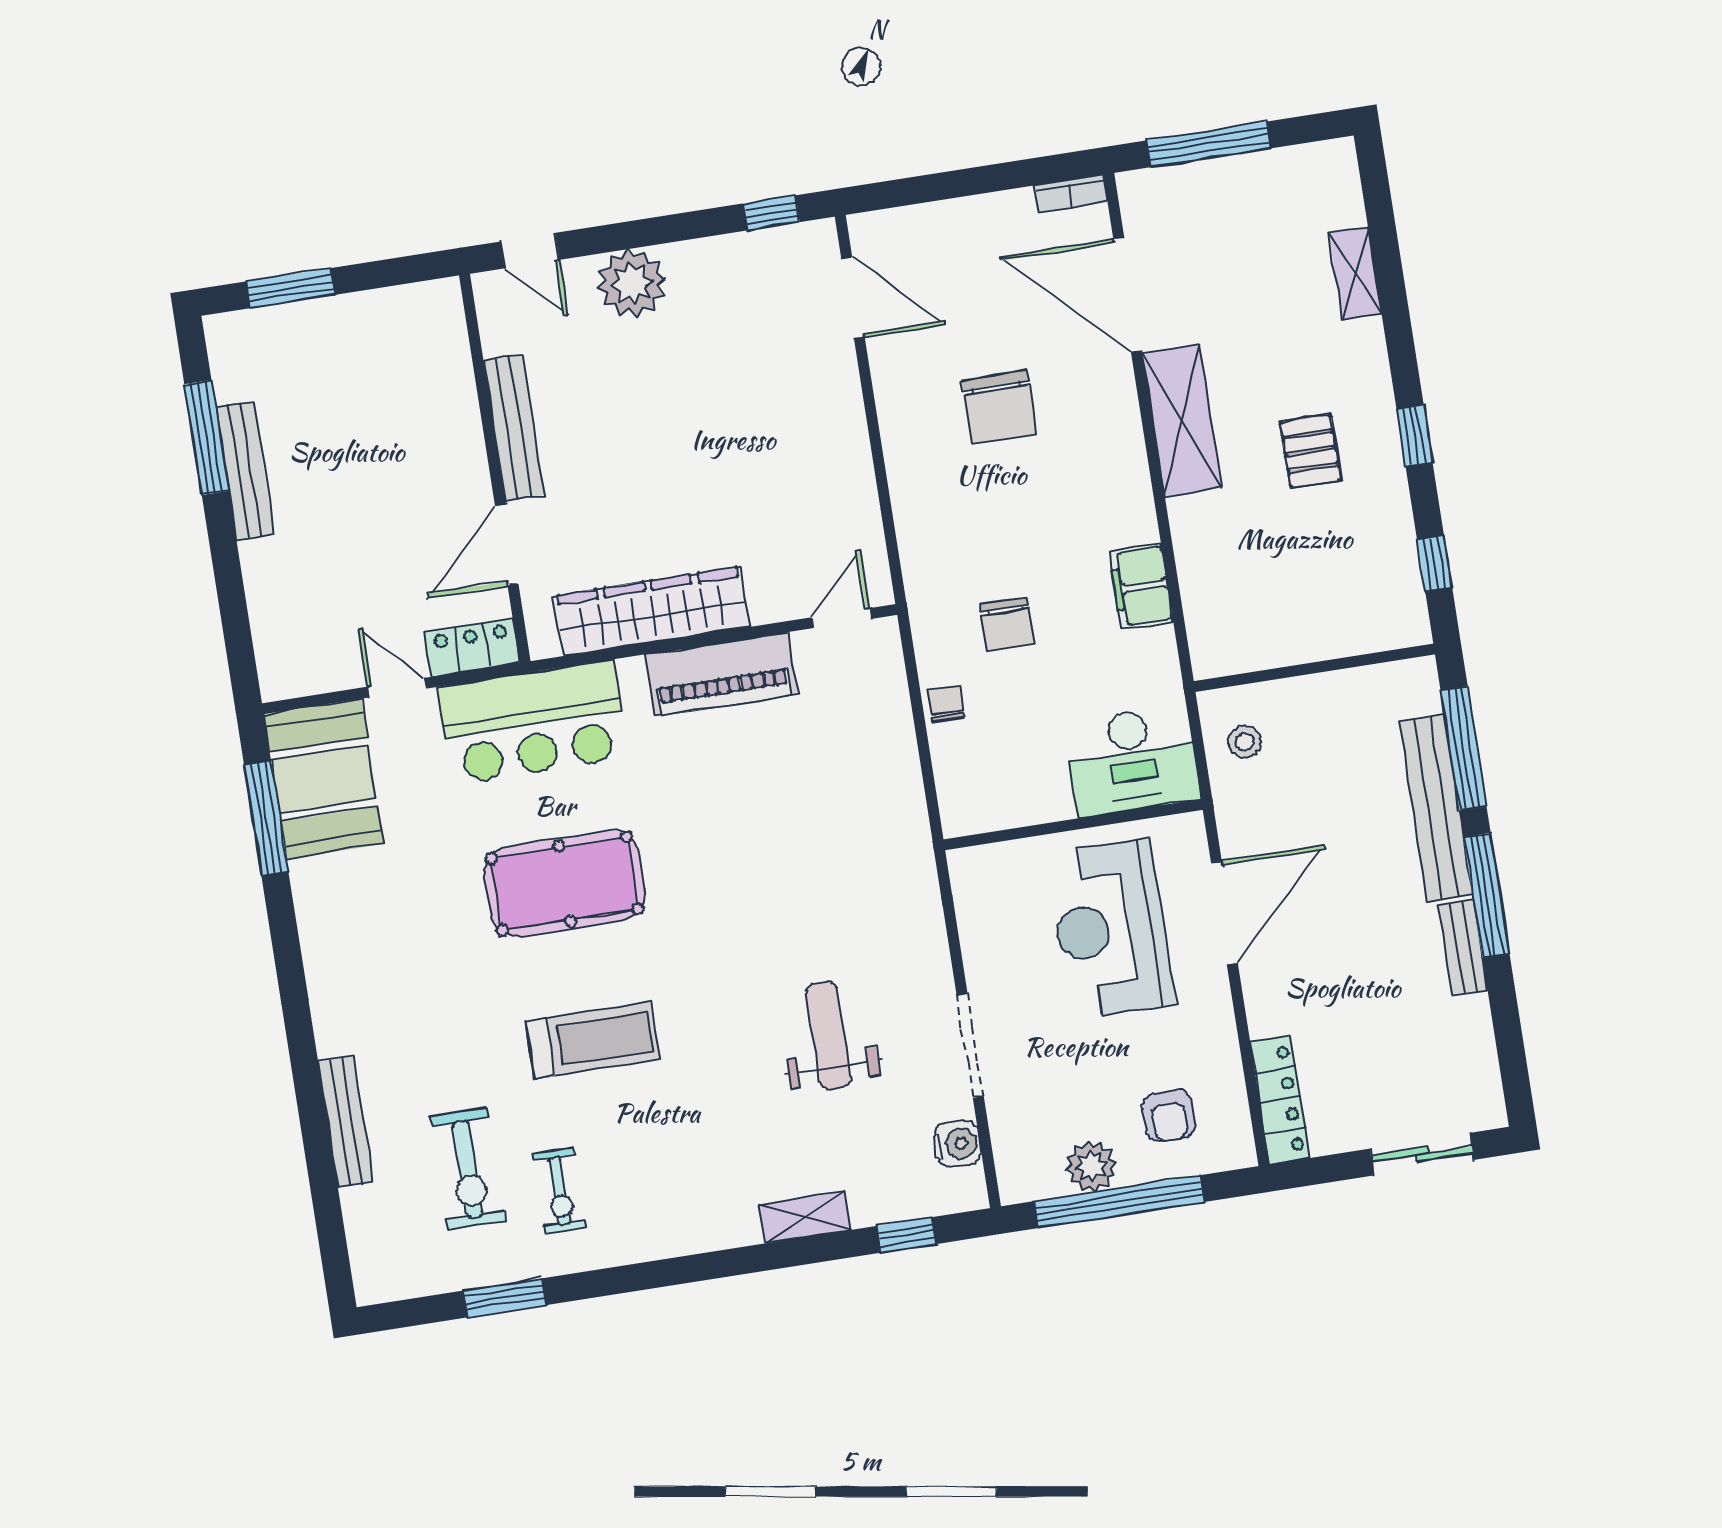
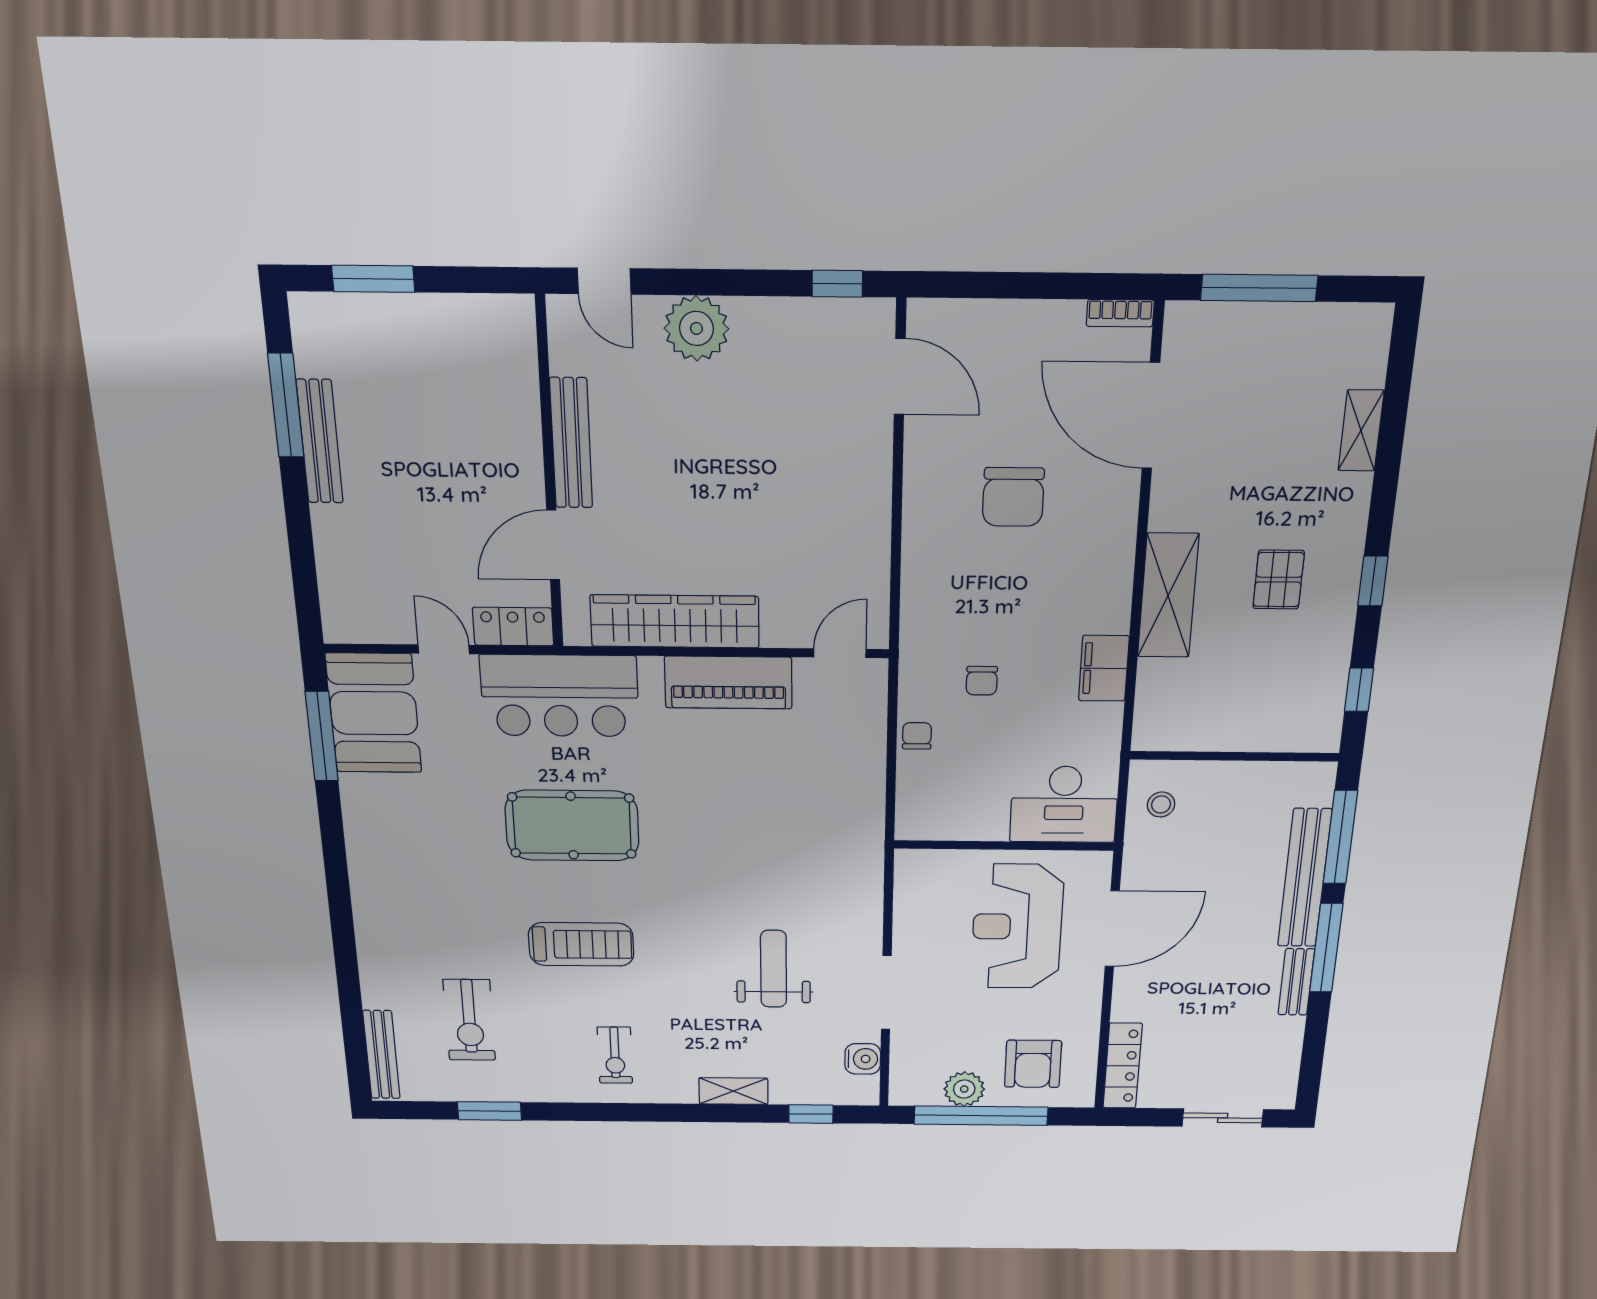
shelving: (1182, 421) -> (1168, 596), moved
chair: (1007, 624) -> (982, 681), width x0.73, depth x0.73
armchair: (1169, 1116) -> (1033, 1064), width x1.38, depth x1.38
bench: (346, 1122) -> (381, 1055), moved
exercise bike: (559, 1191) -> (615, 1055), moved

